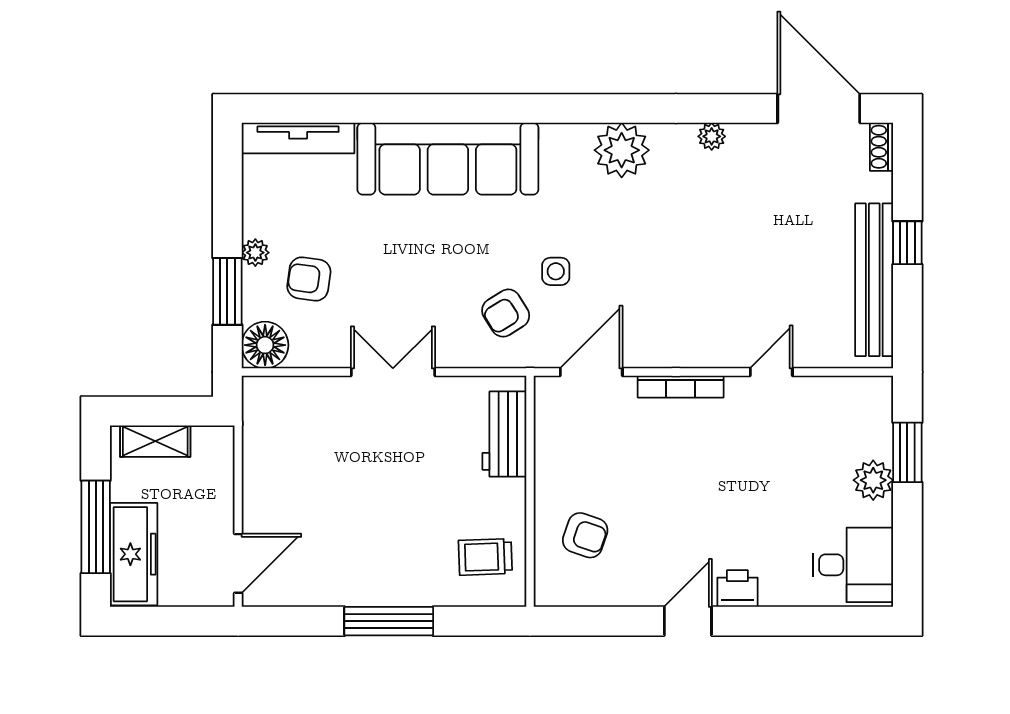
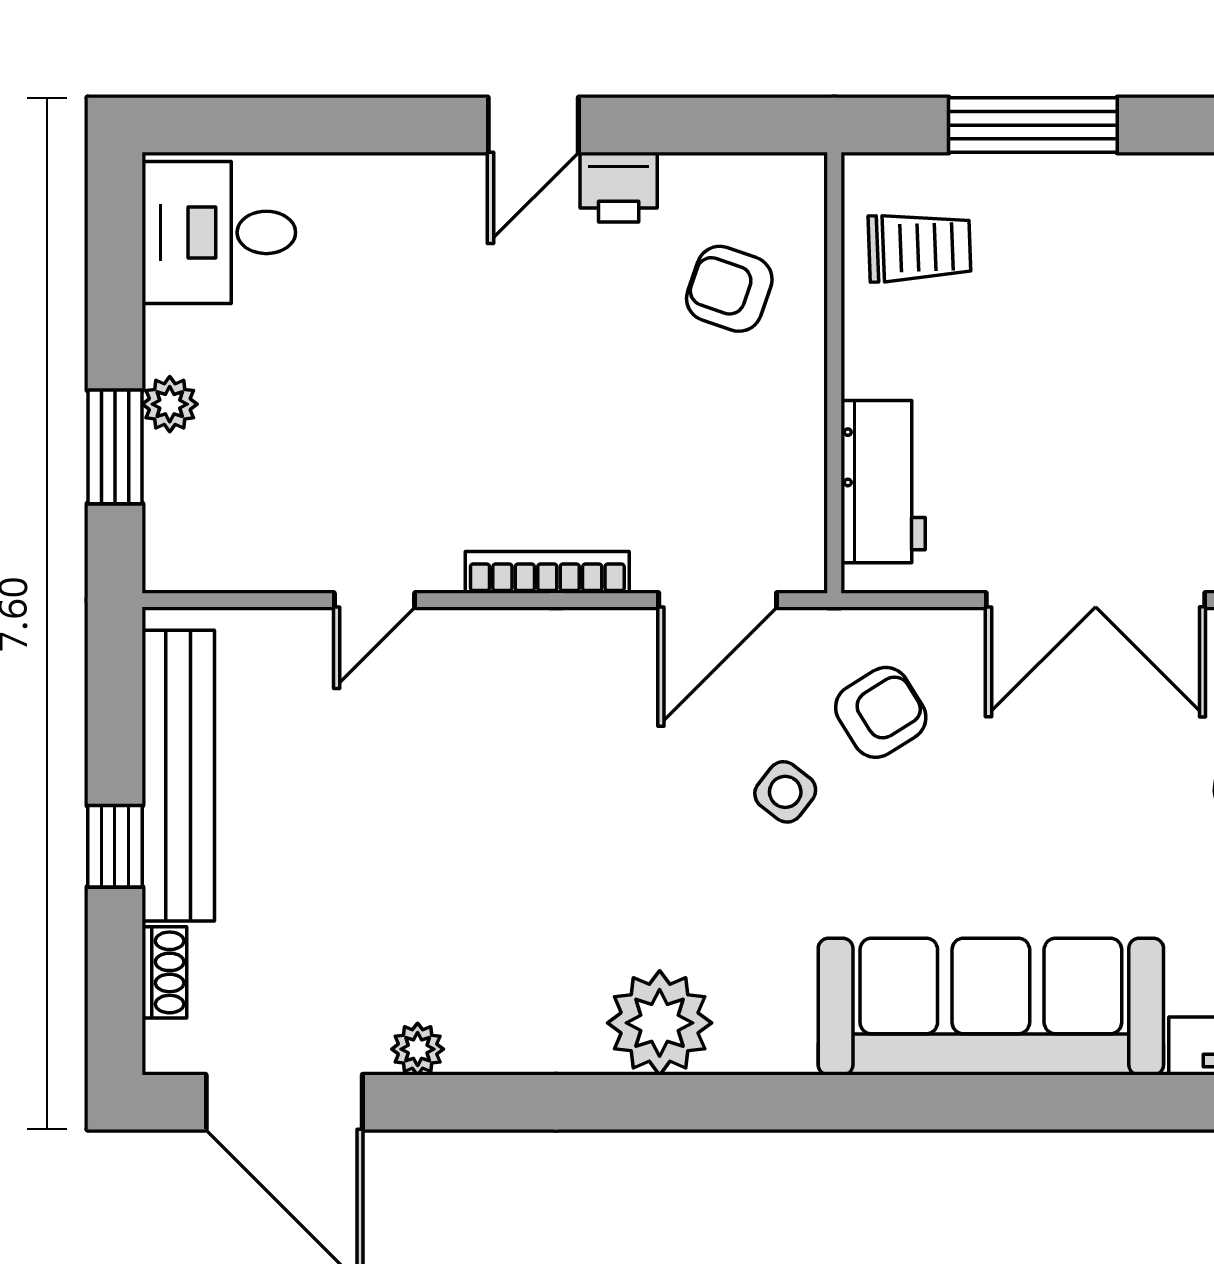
plant: (712, 136) -> (418, 1049), moved
shoe rack: (882, 147) -> (164, 972), moved
side table: (556, 271) -> (785, 792), turned 38
double door: (393, 372) -> (1096, 600), width x1.37
plant: (873, 480) -> (170, 404), width x0.73, depth x0.73
printer: (737, 589) -> (619, 187), moved
window: (389, 621) -> (1033, 125), moved

